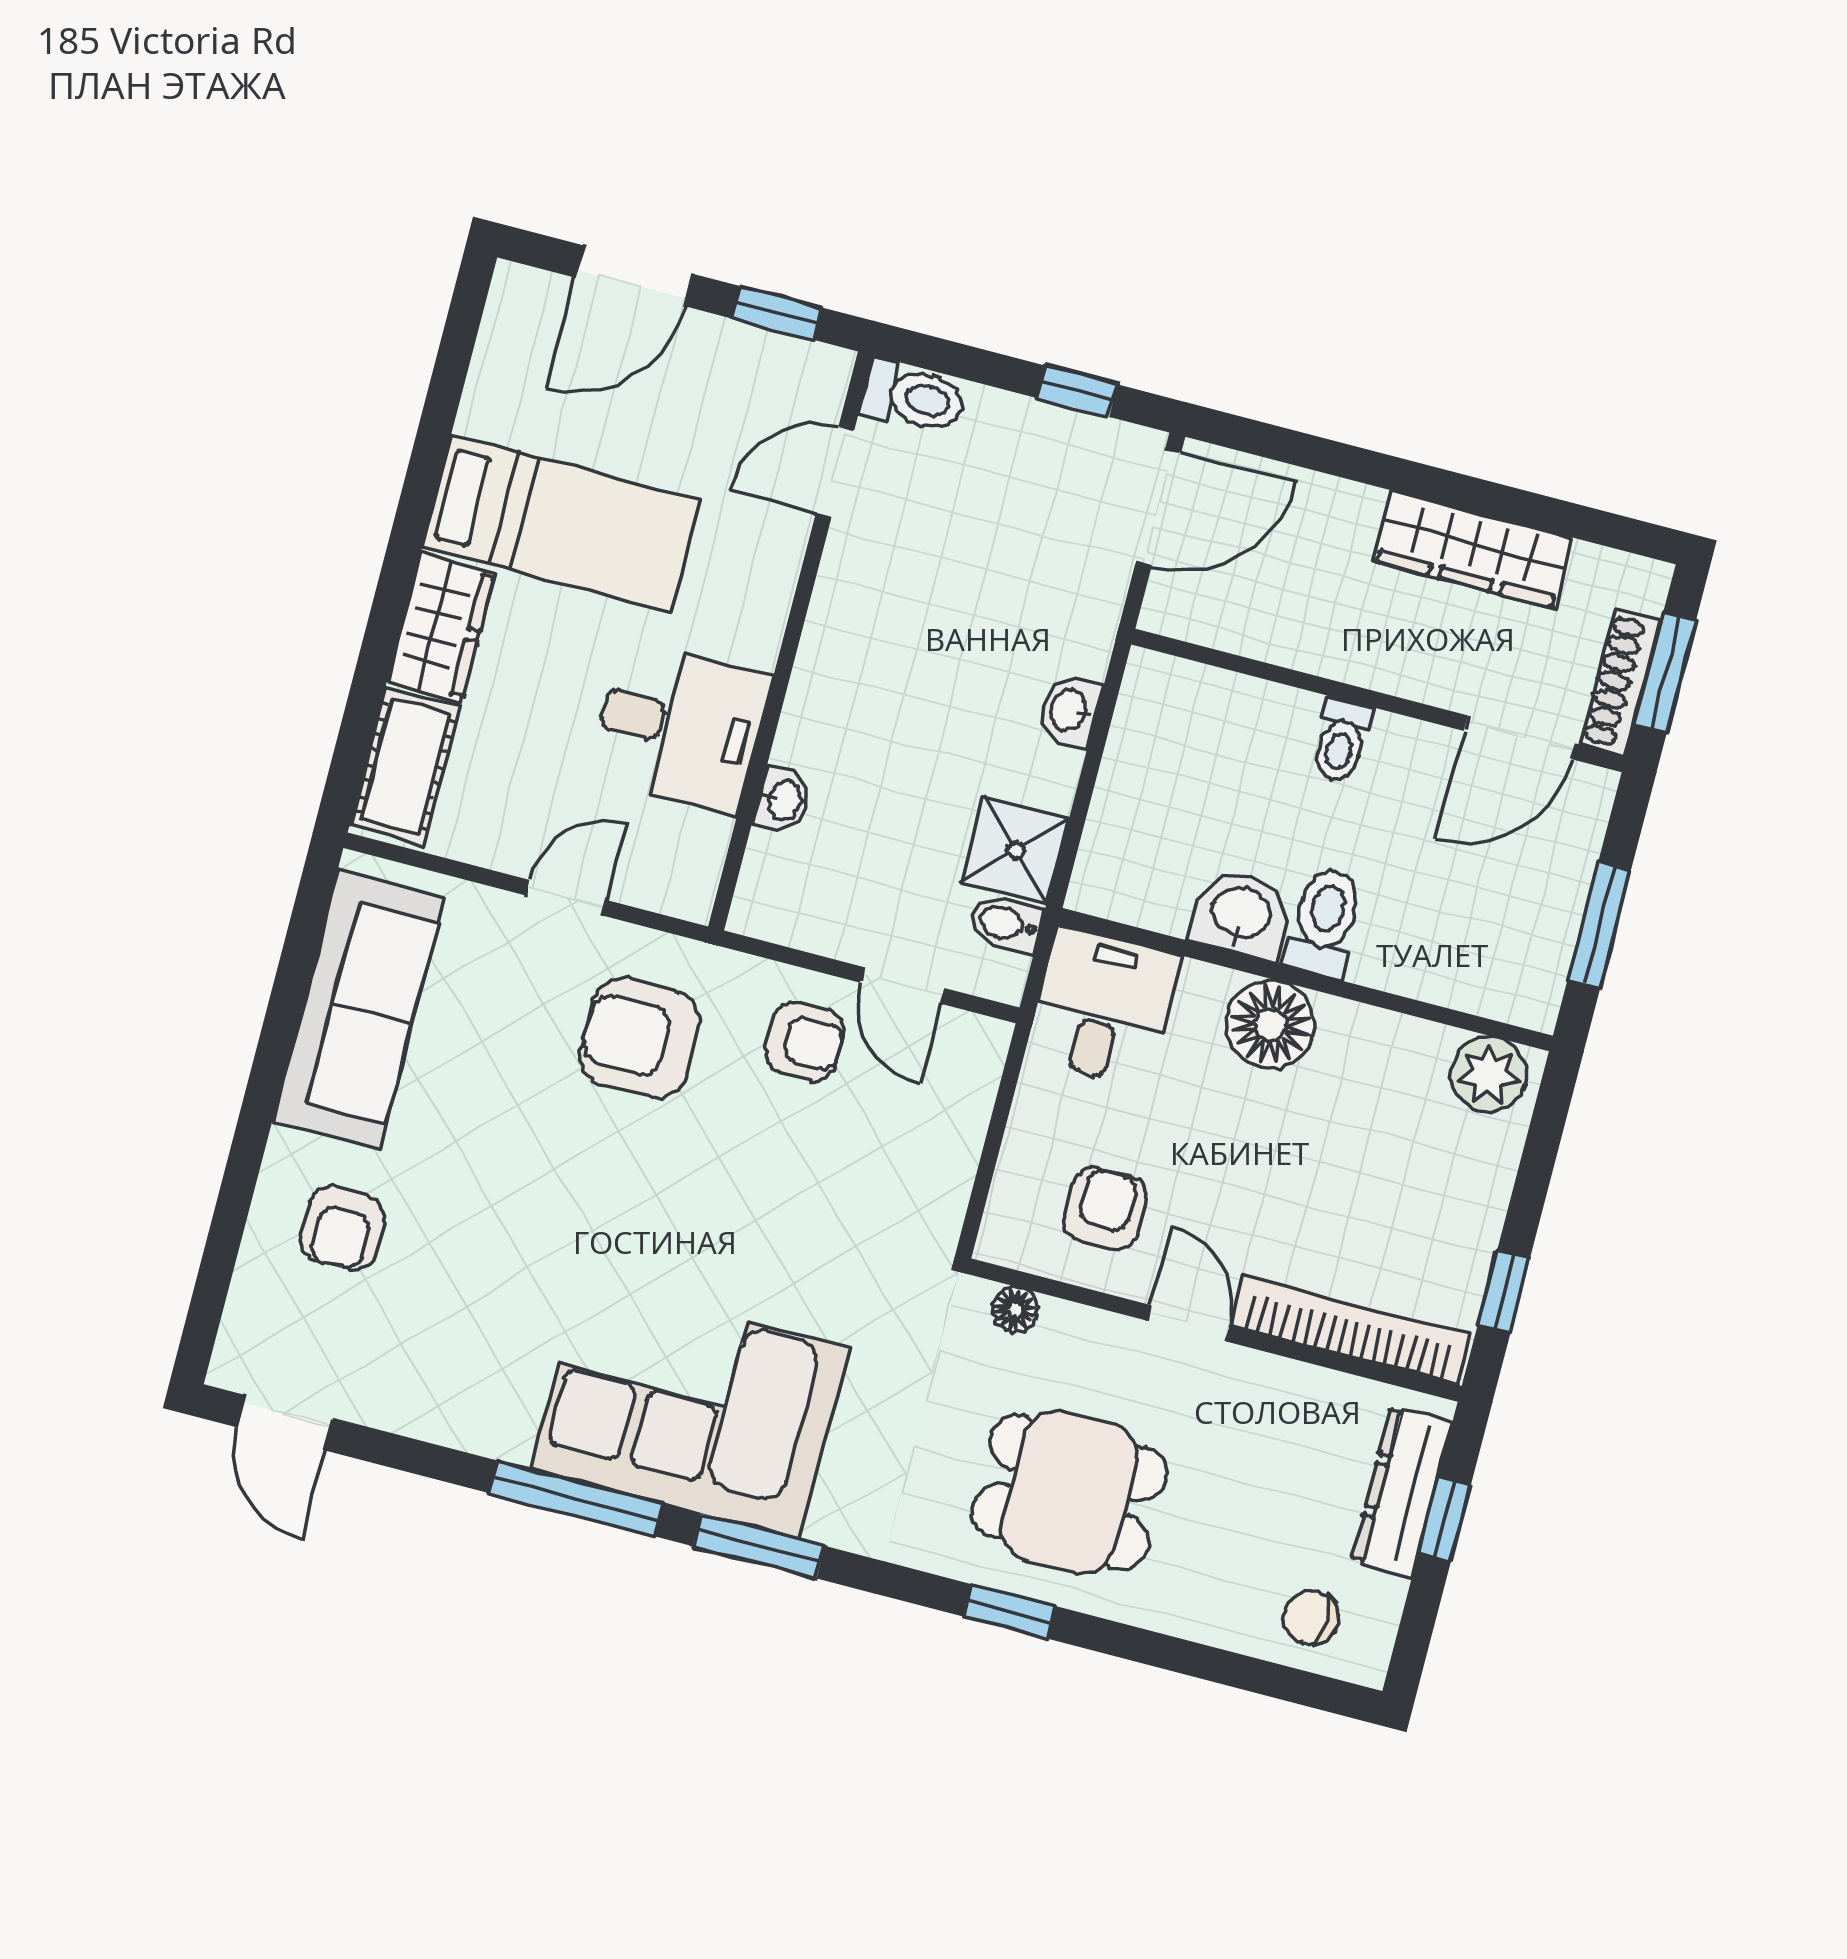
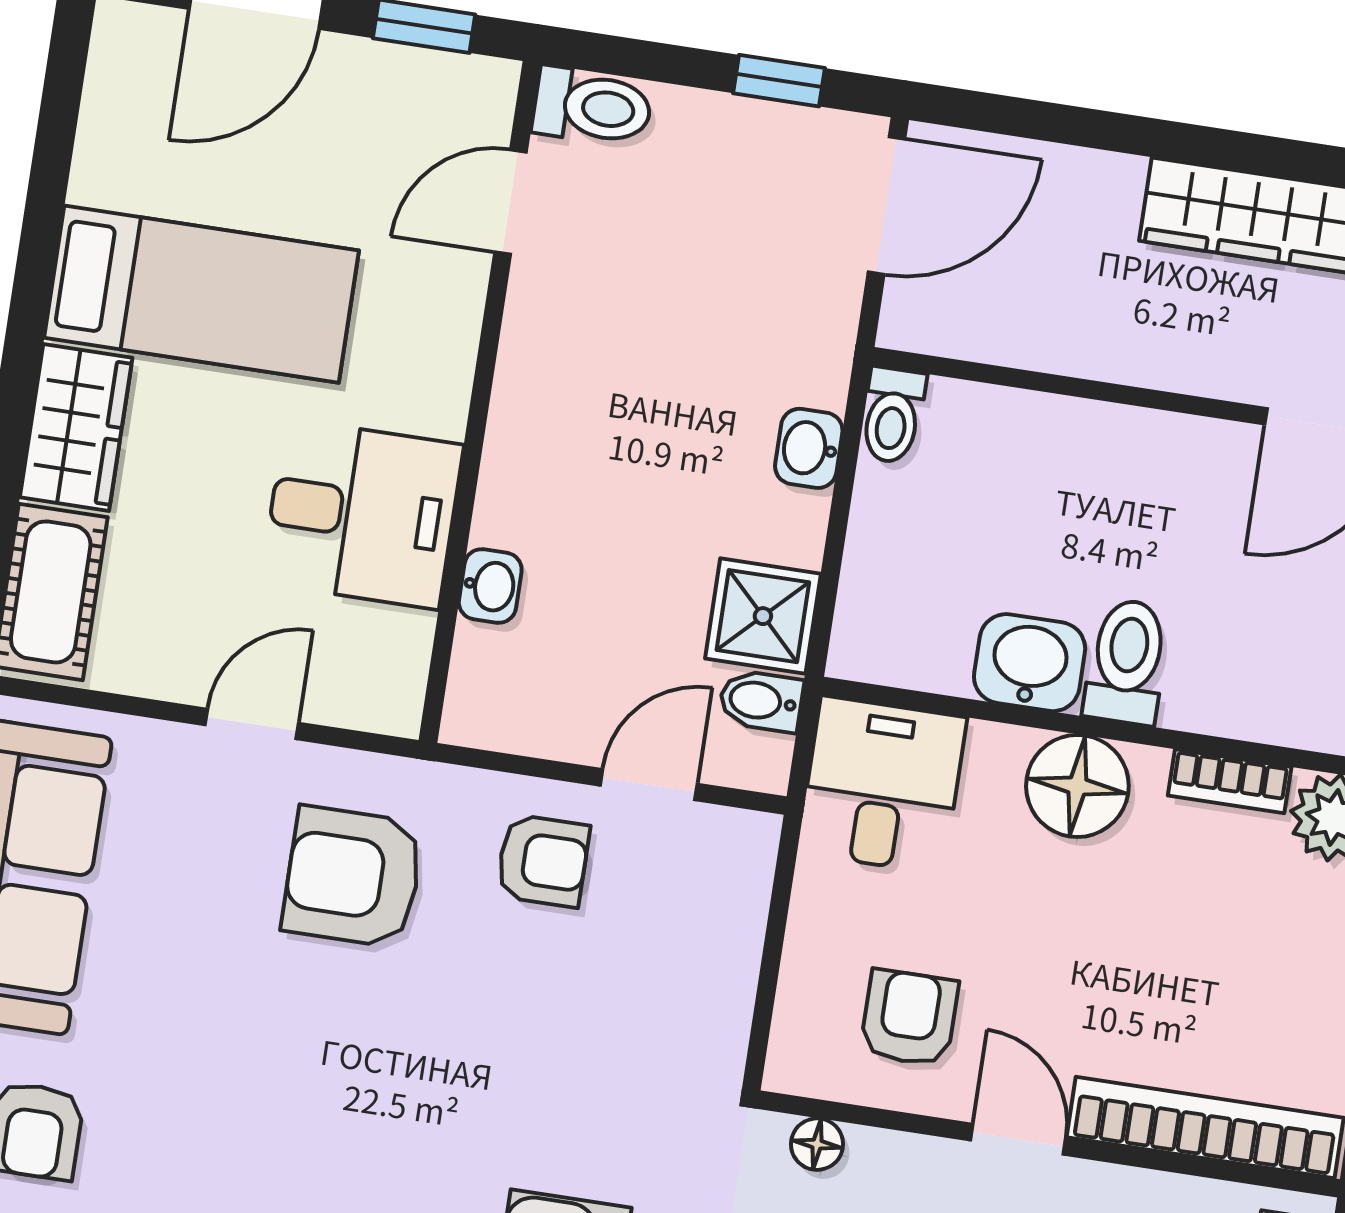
toilet: (1342, 740) -> (893, 415), moved
door: (902, 985) -> (649, 785), swing flipped
bookcase: (1402, 1034) -> (1230, 781), added

